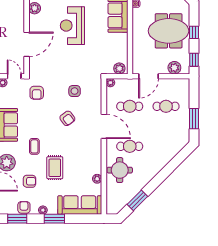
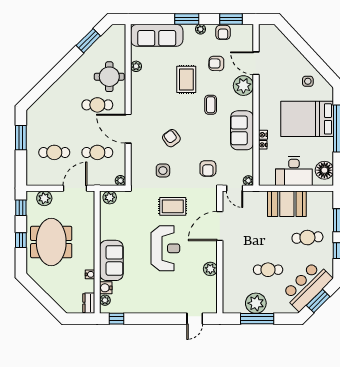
meeting table: (169, 31) -> (51, 242), turned 90
rug: (66, 61) -> (173, 206), added
armchair: (37, 93) -> (208, 168), turned 180

